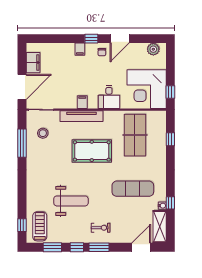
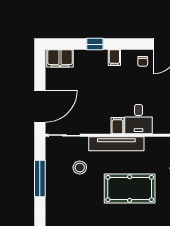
window: (91, 39) -> (95, 44), moved
filing cabinet: (33, 63) -> (60, 58), moved, turned 90
desk: (109, 97) -> (138, 119), moved
stool: (43, 133) -> (80, 167), moved

